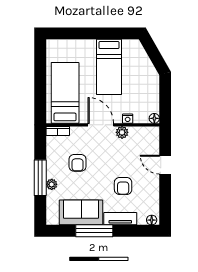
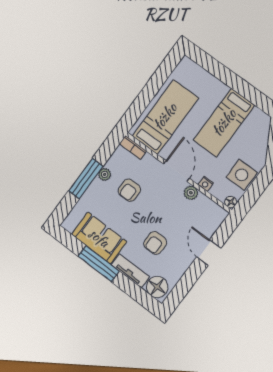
side table: (148, 94) -> (242, 175), added
plant: (52, 184) -> (105, 174), moved
floor lamp: (152, 220) -> (157, 287), width x1.89, depth x1.89

